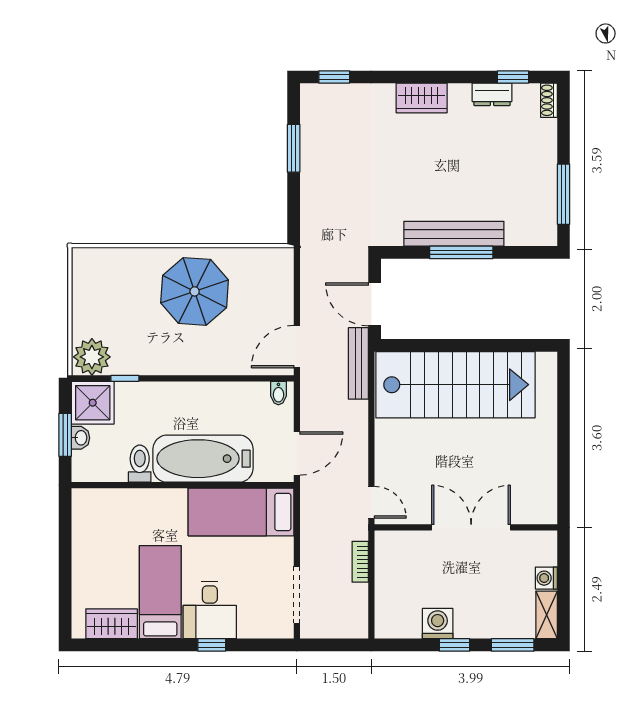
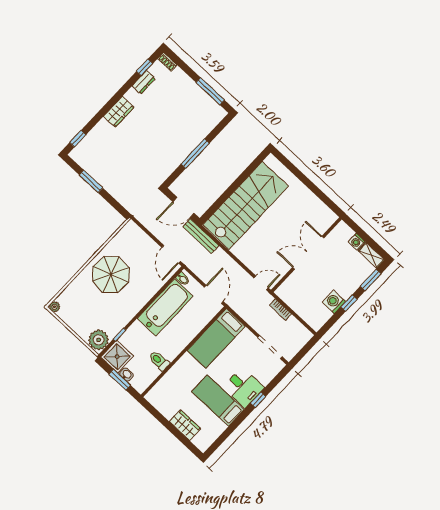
bench: (454, 234) -> (185, 150), removed
plant: (81, 257) -> (55, 307), added
bathtub: (203, 459) -> (165, 307), moved, turned 180
wardrobe: (112, 624) -> (185, 425), moved, turned 90

